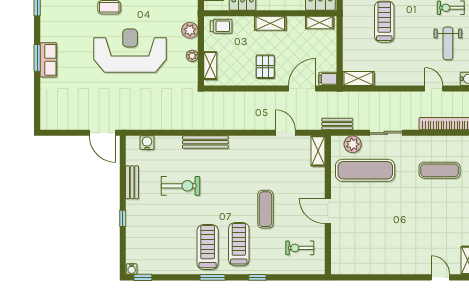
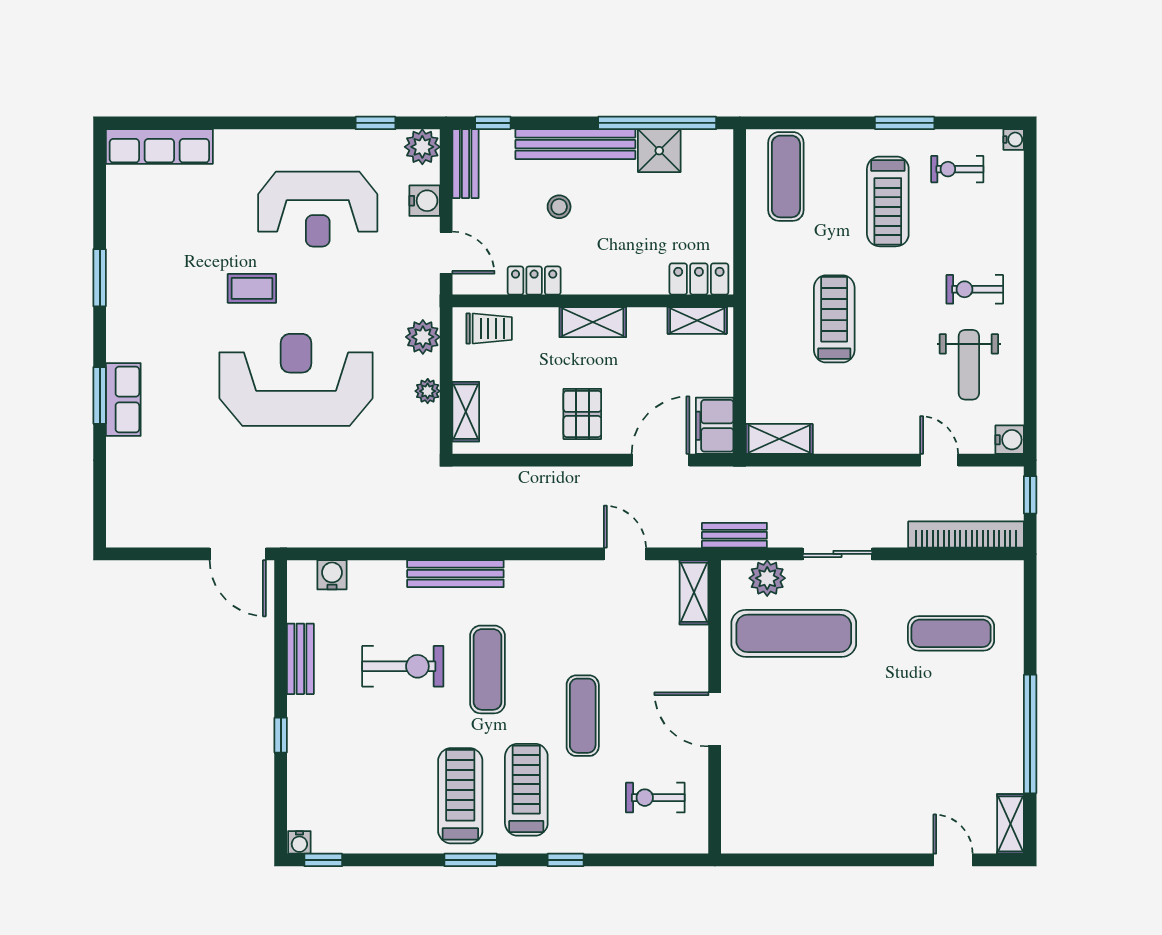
filing cabinet: (328, 79) -> (715, 426), width x2.00
exercise mat: (220, 187) -> (487, 669), added

